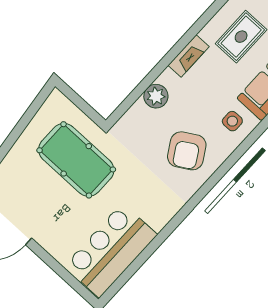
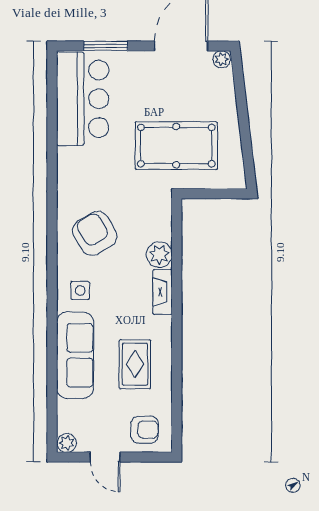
fireplace: (189, 56) -> (163, 292), moved
window: (62, 272) -> (106, 46), added

